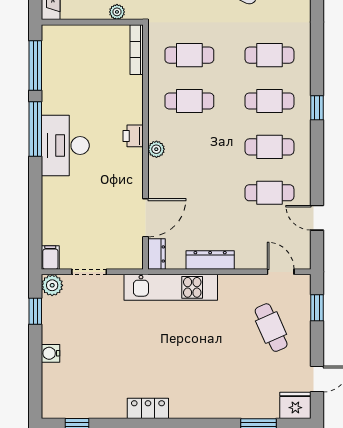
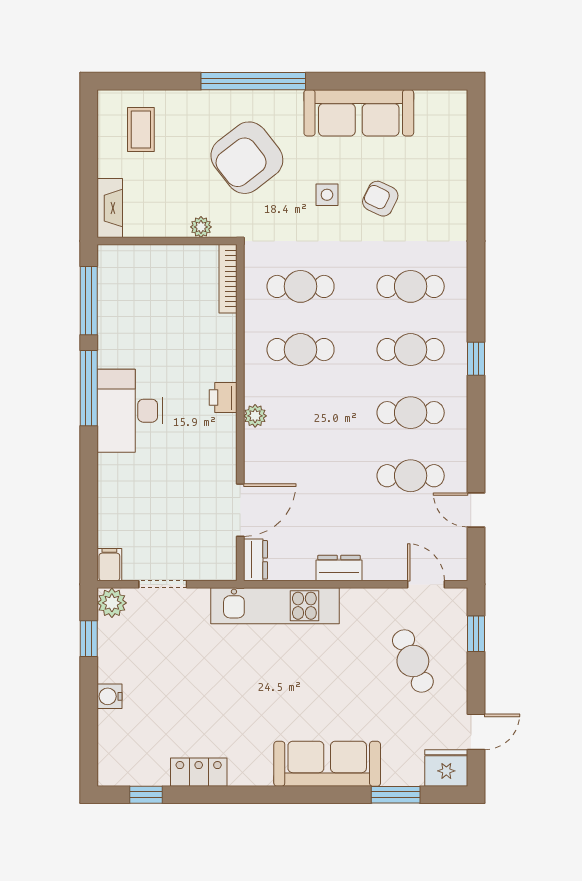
dresser: (210, 260) -> (339, 568), width x0.70
sofa: (209, 402) -> (327, 764), added
locker: (148, 408) -> (199, 772), moved

